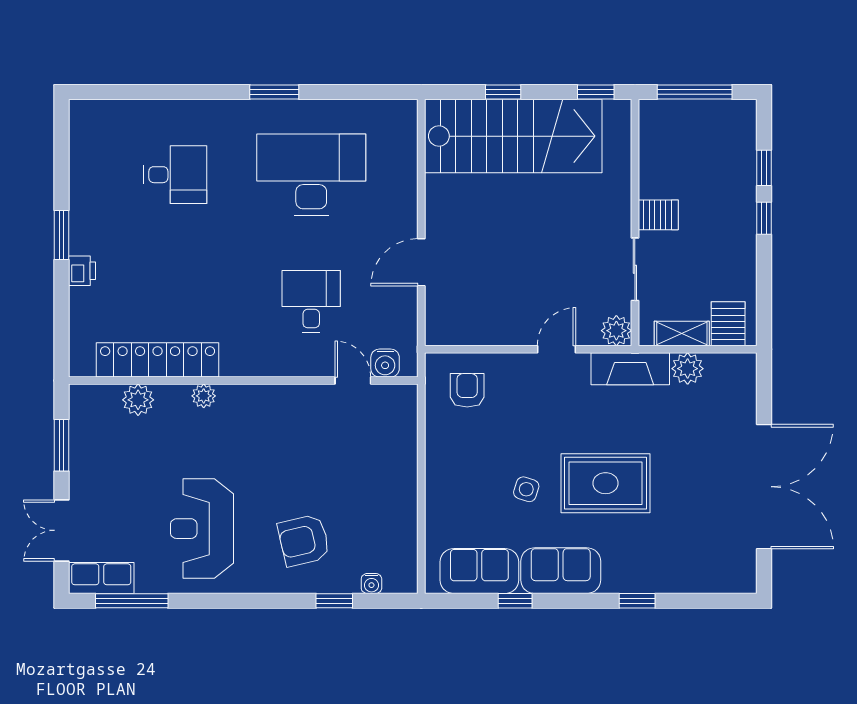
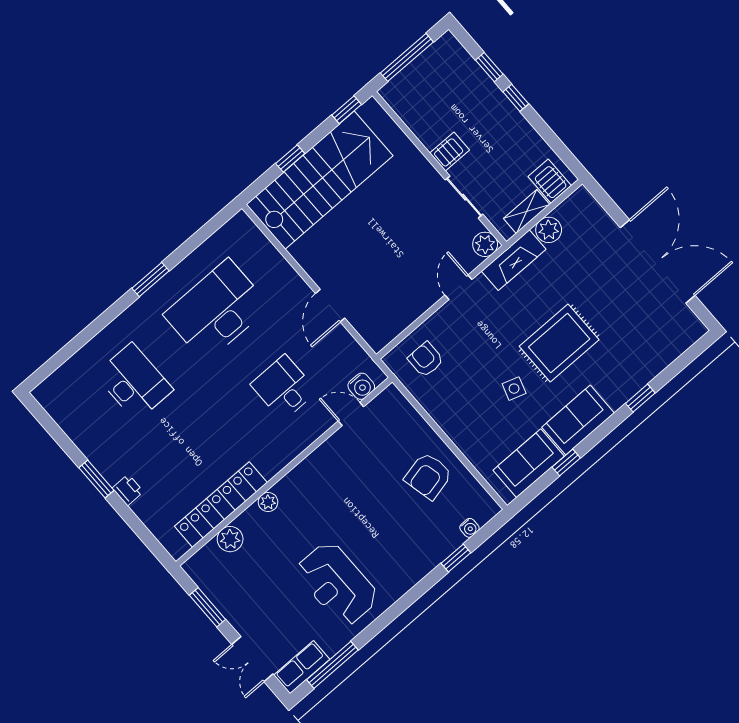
desk: (175, 175) -> (134, 382), width x1.37
armchair: (304, 540) -> (428, 476), moved

